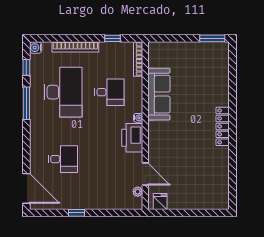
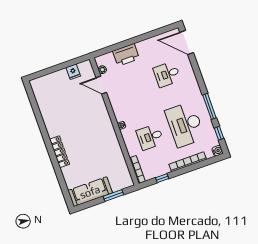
window: (212, 38) -> (113, 196), moved
sofa: (159, 94) -> (90, 192), moved, turned 90
locker: (223, 126) -> (59, 152), moved
printer: (132, 138) -> (126, 55), moved, turned 90
fridge: (160, 201) -> (73, 72), moved
window: (77, 213) -> (142, 37), removed

